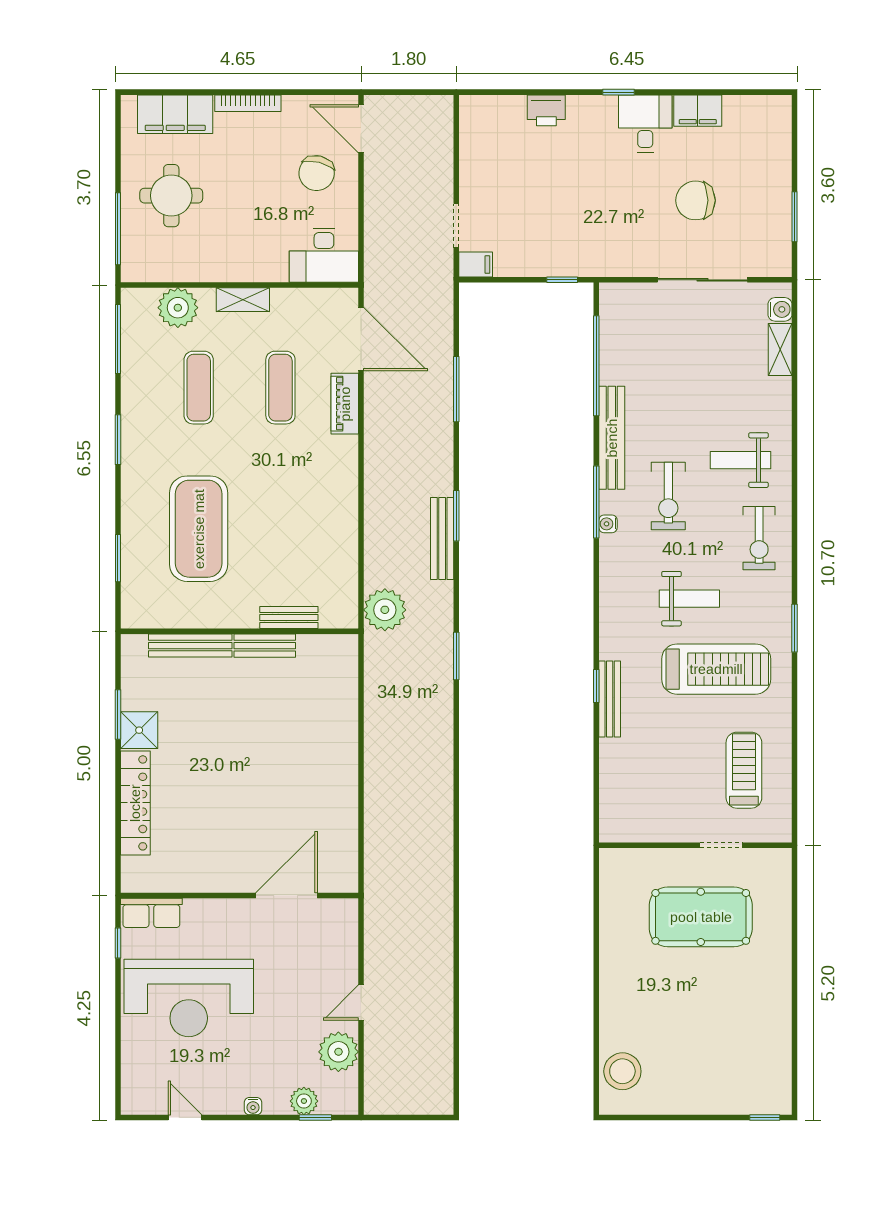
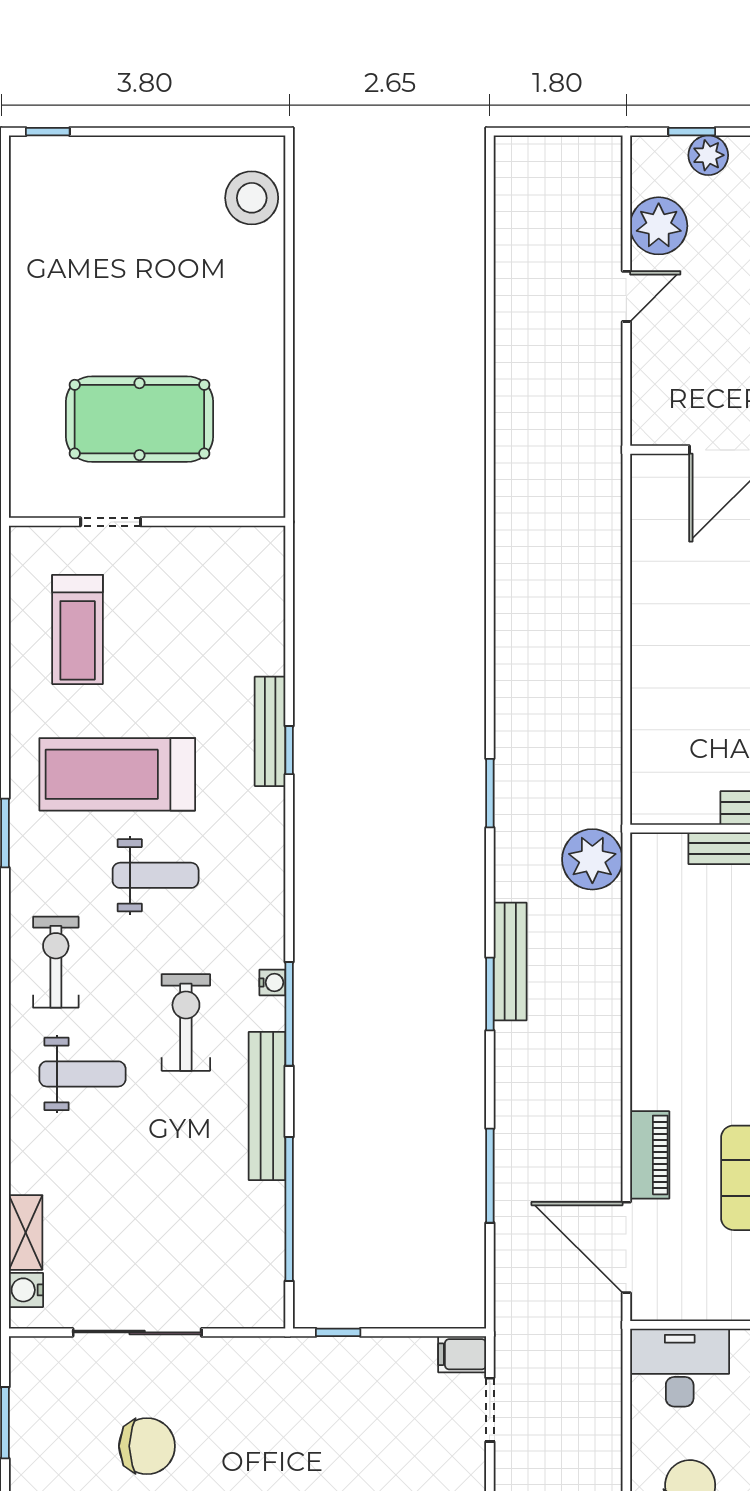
weight bench: (689, 599) -> (156, 875), turned 180

